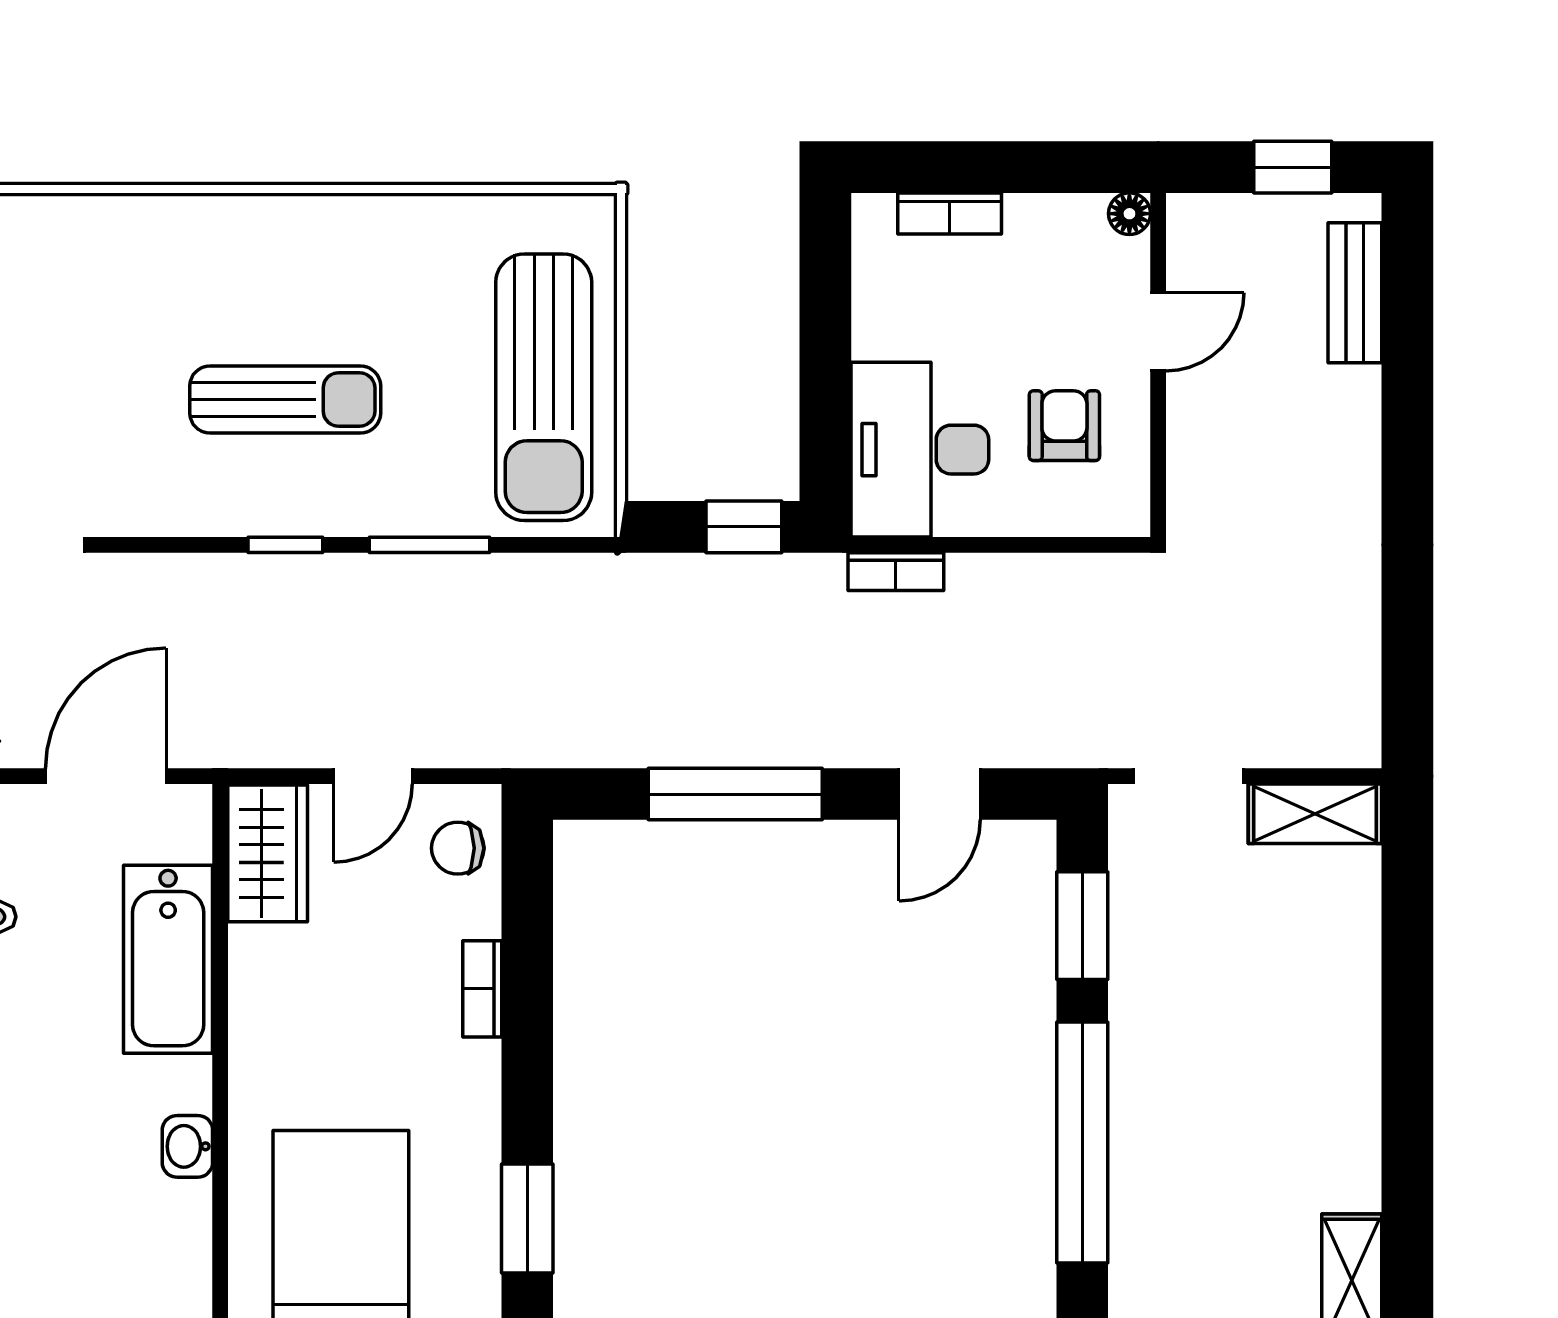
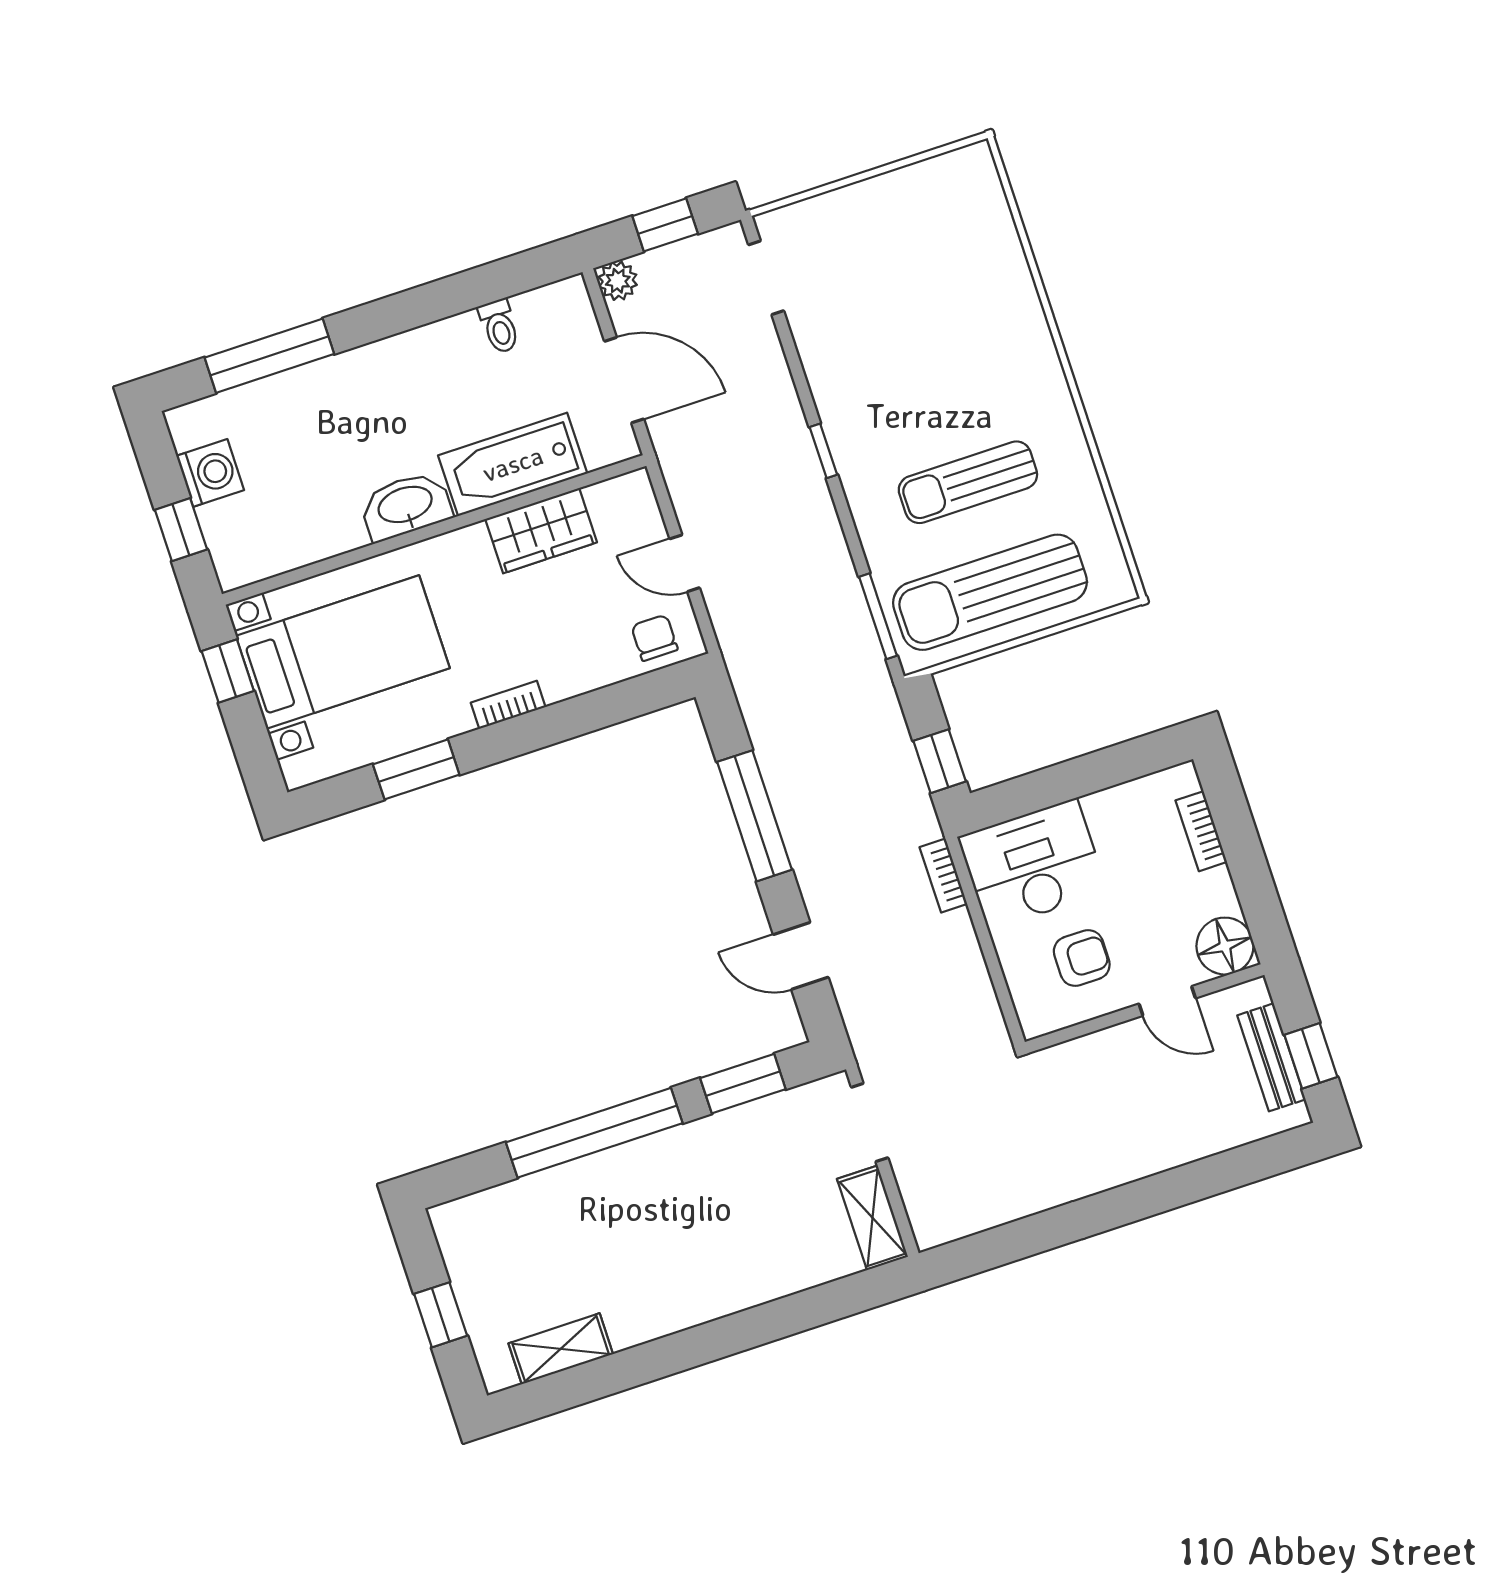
floor lamp: (1129, 214) -> (1225, 946), width x1.89, depth x1.89
bench: (1355, 293) -> (1271, 1057), moved, turned 90
sun lounger: (285, 400) -> (968, 482), moved, turned 90
window: (429, 545) -> (878, 616), moved
wardrobe: (268, 853) -> (541, 531), moved
bookcase: (482, 989) -> (508, 705), moved
washbasin: (187, 1146) -> (406, 506), width x1.91, depth x1.45

